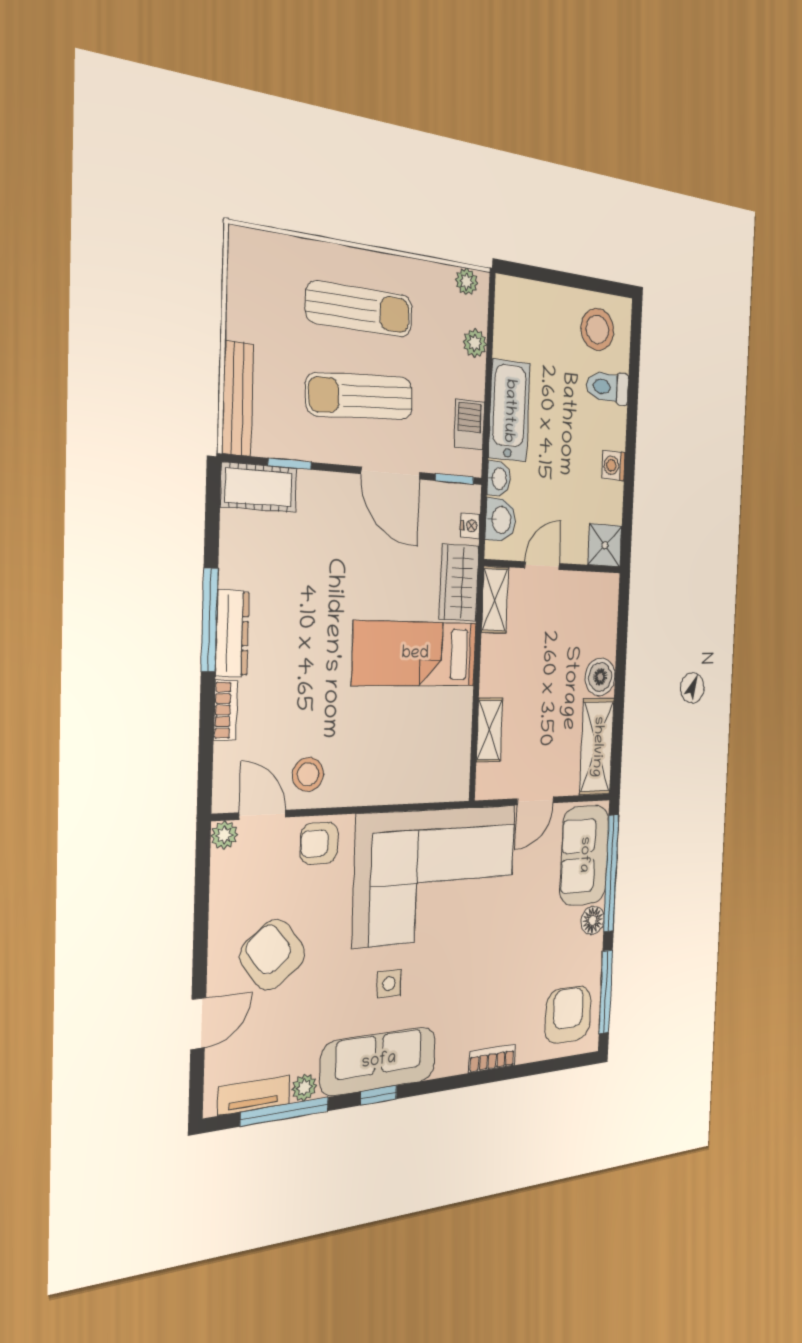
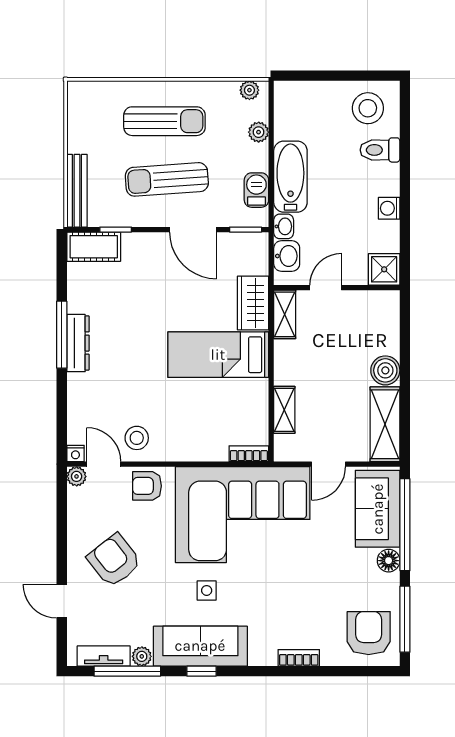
nightstand: (470, 526) -> (75, 453), moved, turned 90
bookcase: (225, 710) -> (249, 454), moved, turned -90
door: (198, 1024) -> (62, 601), swing flipped

